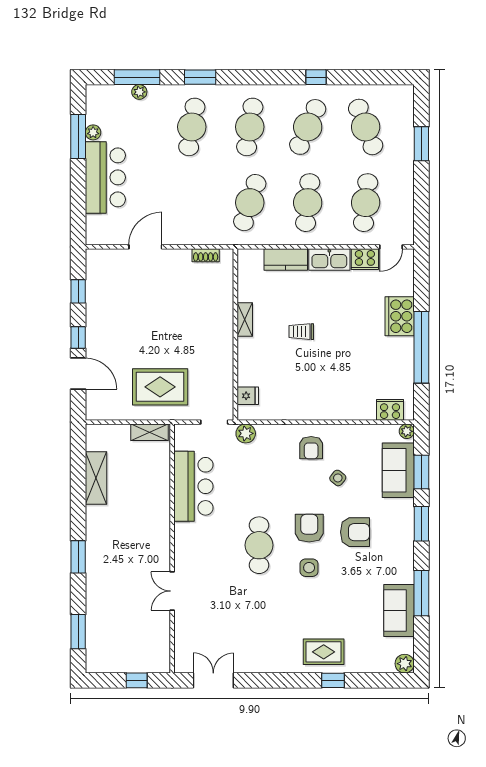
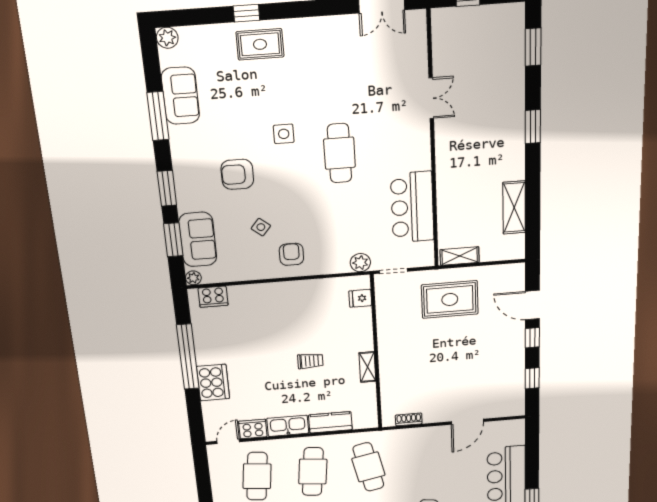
cafe table: (250, 203) -> (368, 467), turned -30
armchair: (309, 528) -> (287, 175), removed

